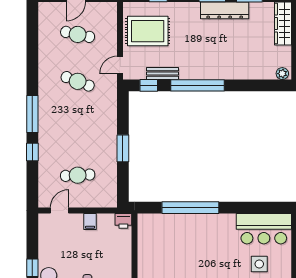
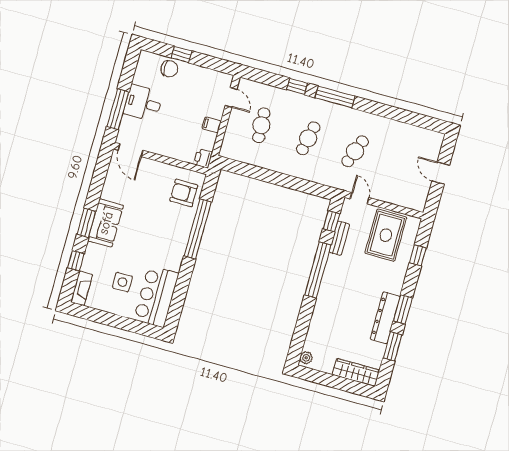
cafe table: (78, 34) -> (308, 138), moved
window: (123, 148) -> (276, 178), removed
armchair: (161, 230) -> (184, 193), added

